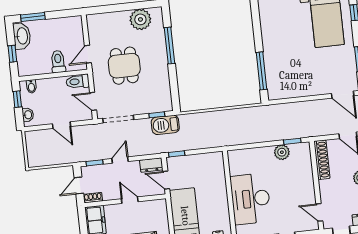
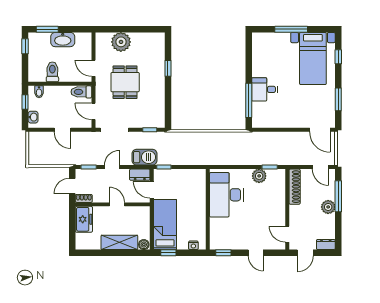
plant: (140, 19) -> (121, 42), moved
washbasin: (22, 36) -> (63, 40), moved, turned 90
window: (169, 46) -> (168, 68), width x0.46
window: (12, 54) -> (25, 46), moved
door: (88, 54) -> (93, 68), hinge flipped
desk: (278, 57) -> (265, 89), added
toilet: (58, 62) -> (52, 72), moved
barbecue: (165, 125) -> (145, 157), moved, turned 180
desk: (251, 199) -> (226, 195), moved

